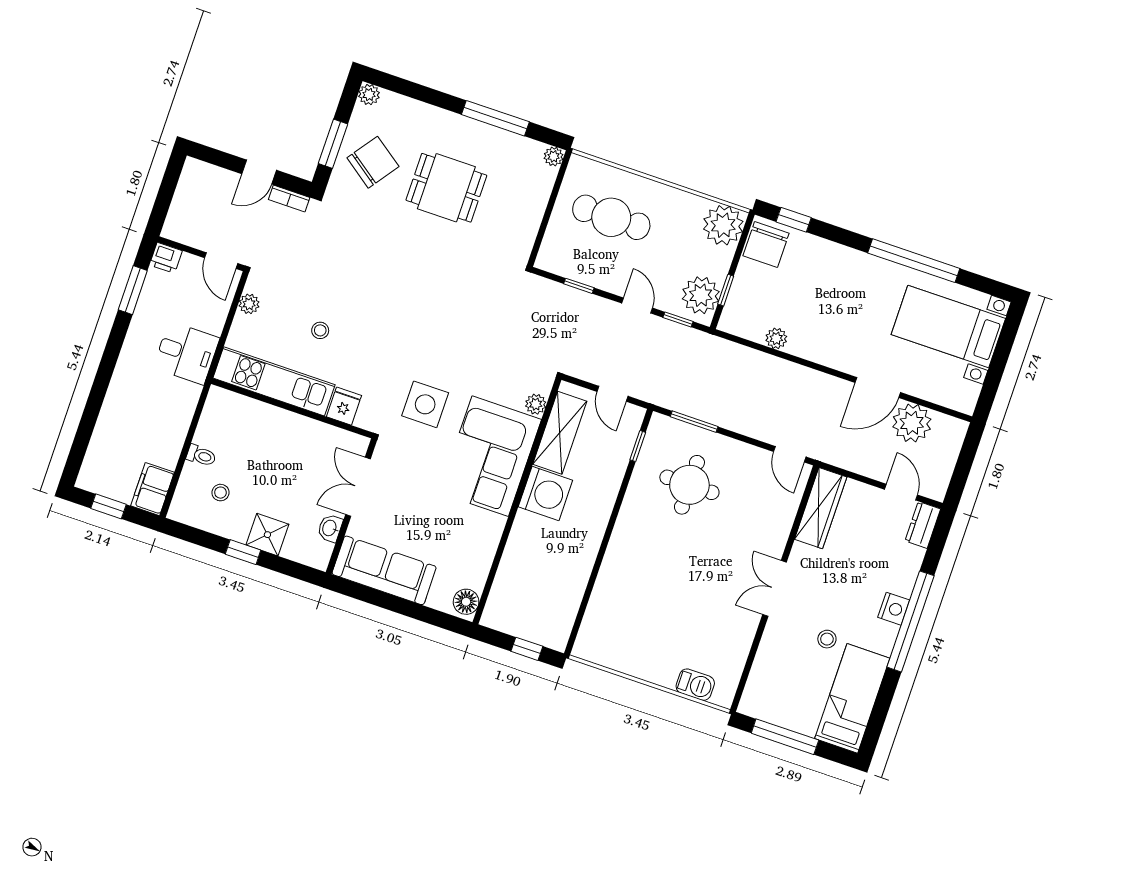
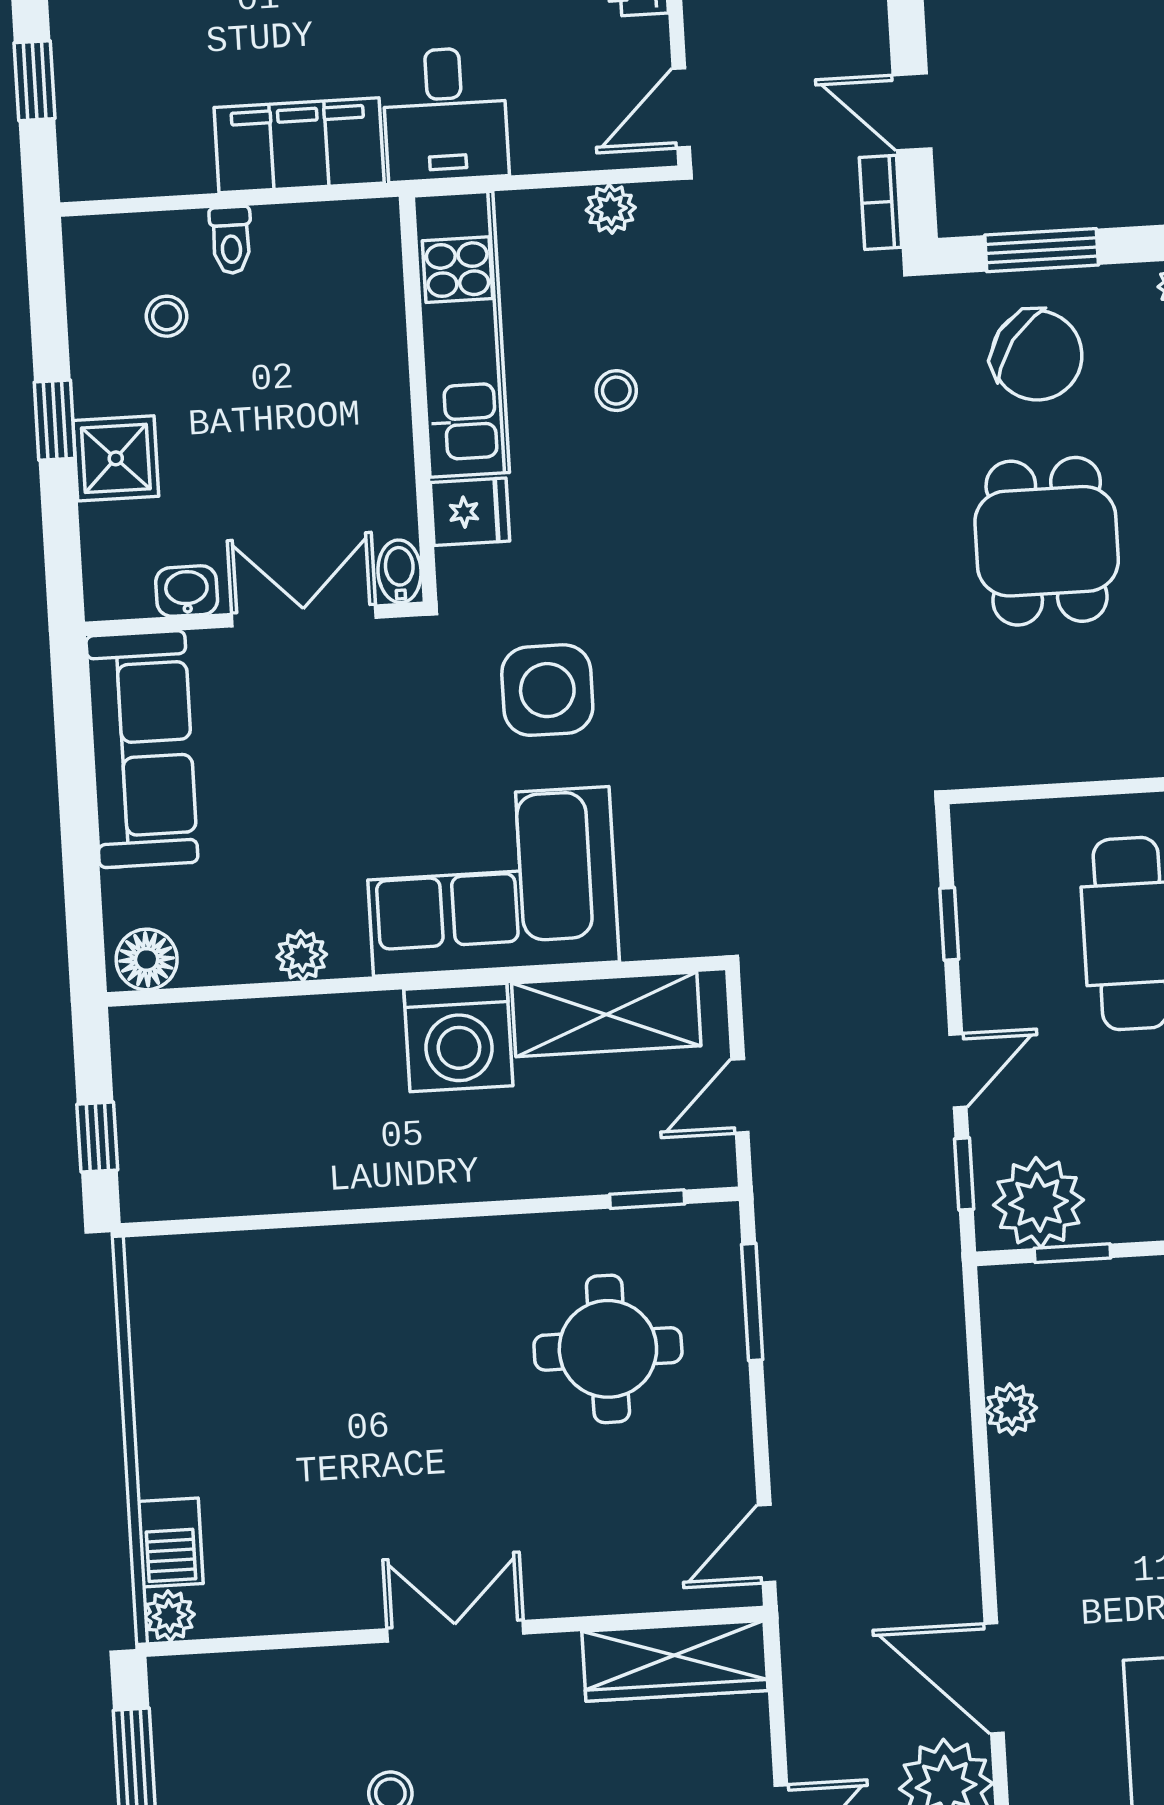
plant: (536, 404) -> (302, 956), moved
bidet: (356, 443) -> (400, 571), added
filing cabinet: (153, 489) -> (299, 145), moved, width x1.50, depth x1.17
plant: (723, 697) -> (169, 1616), added

